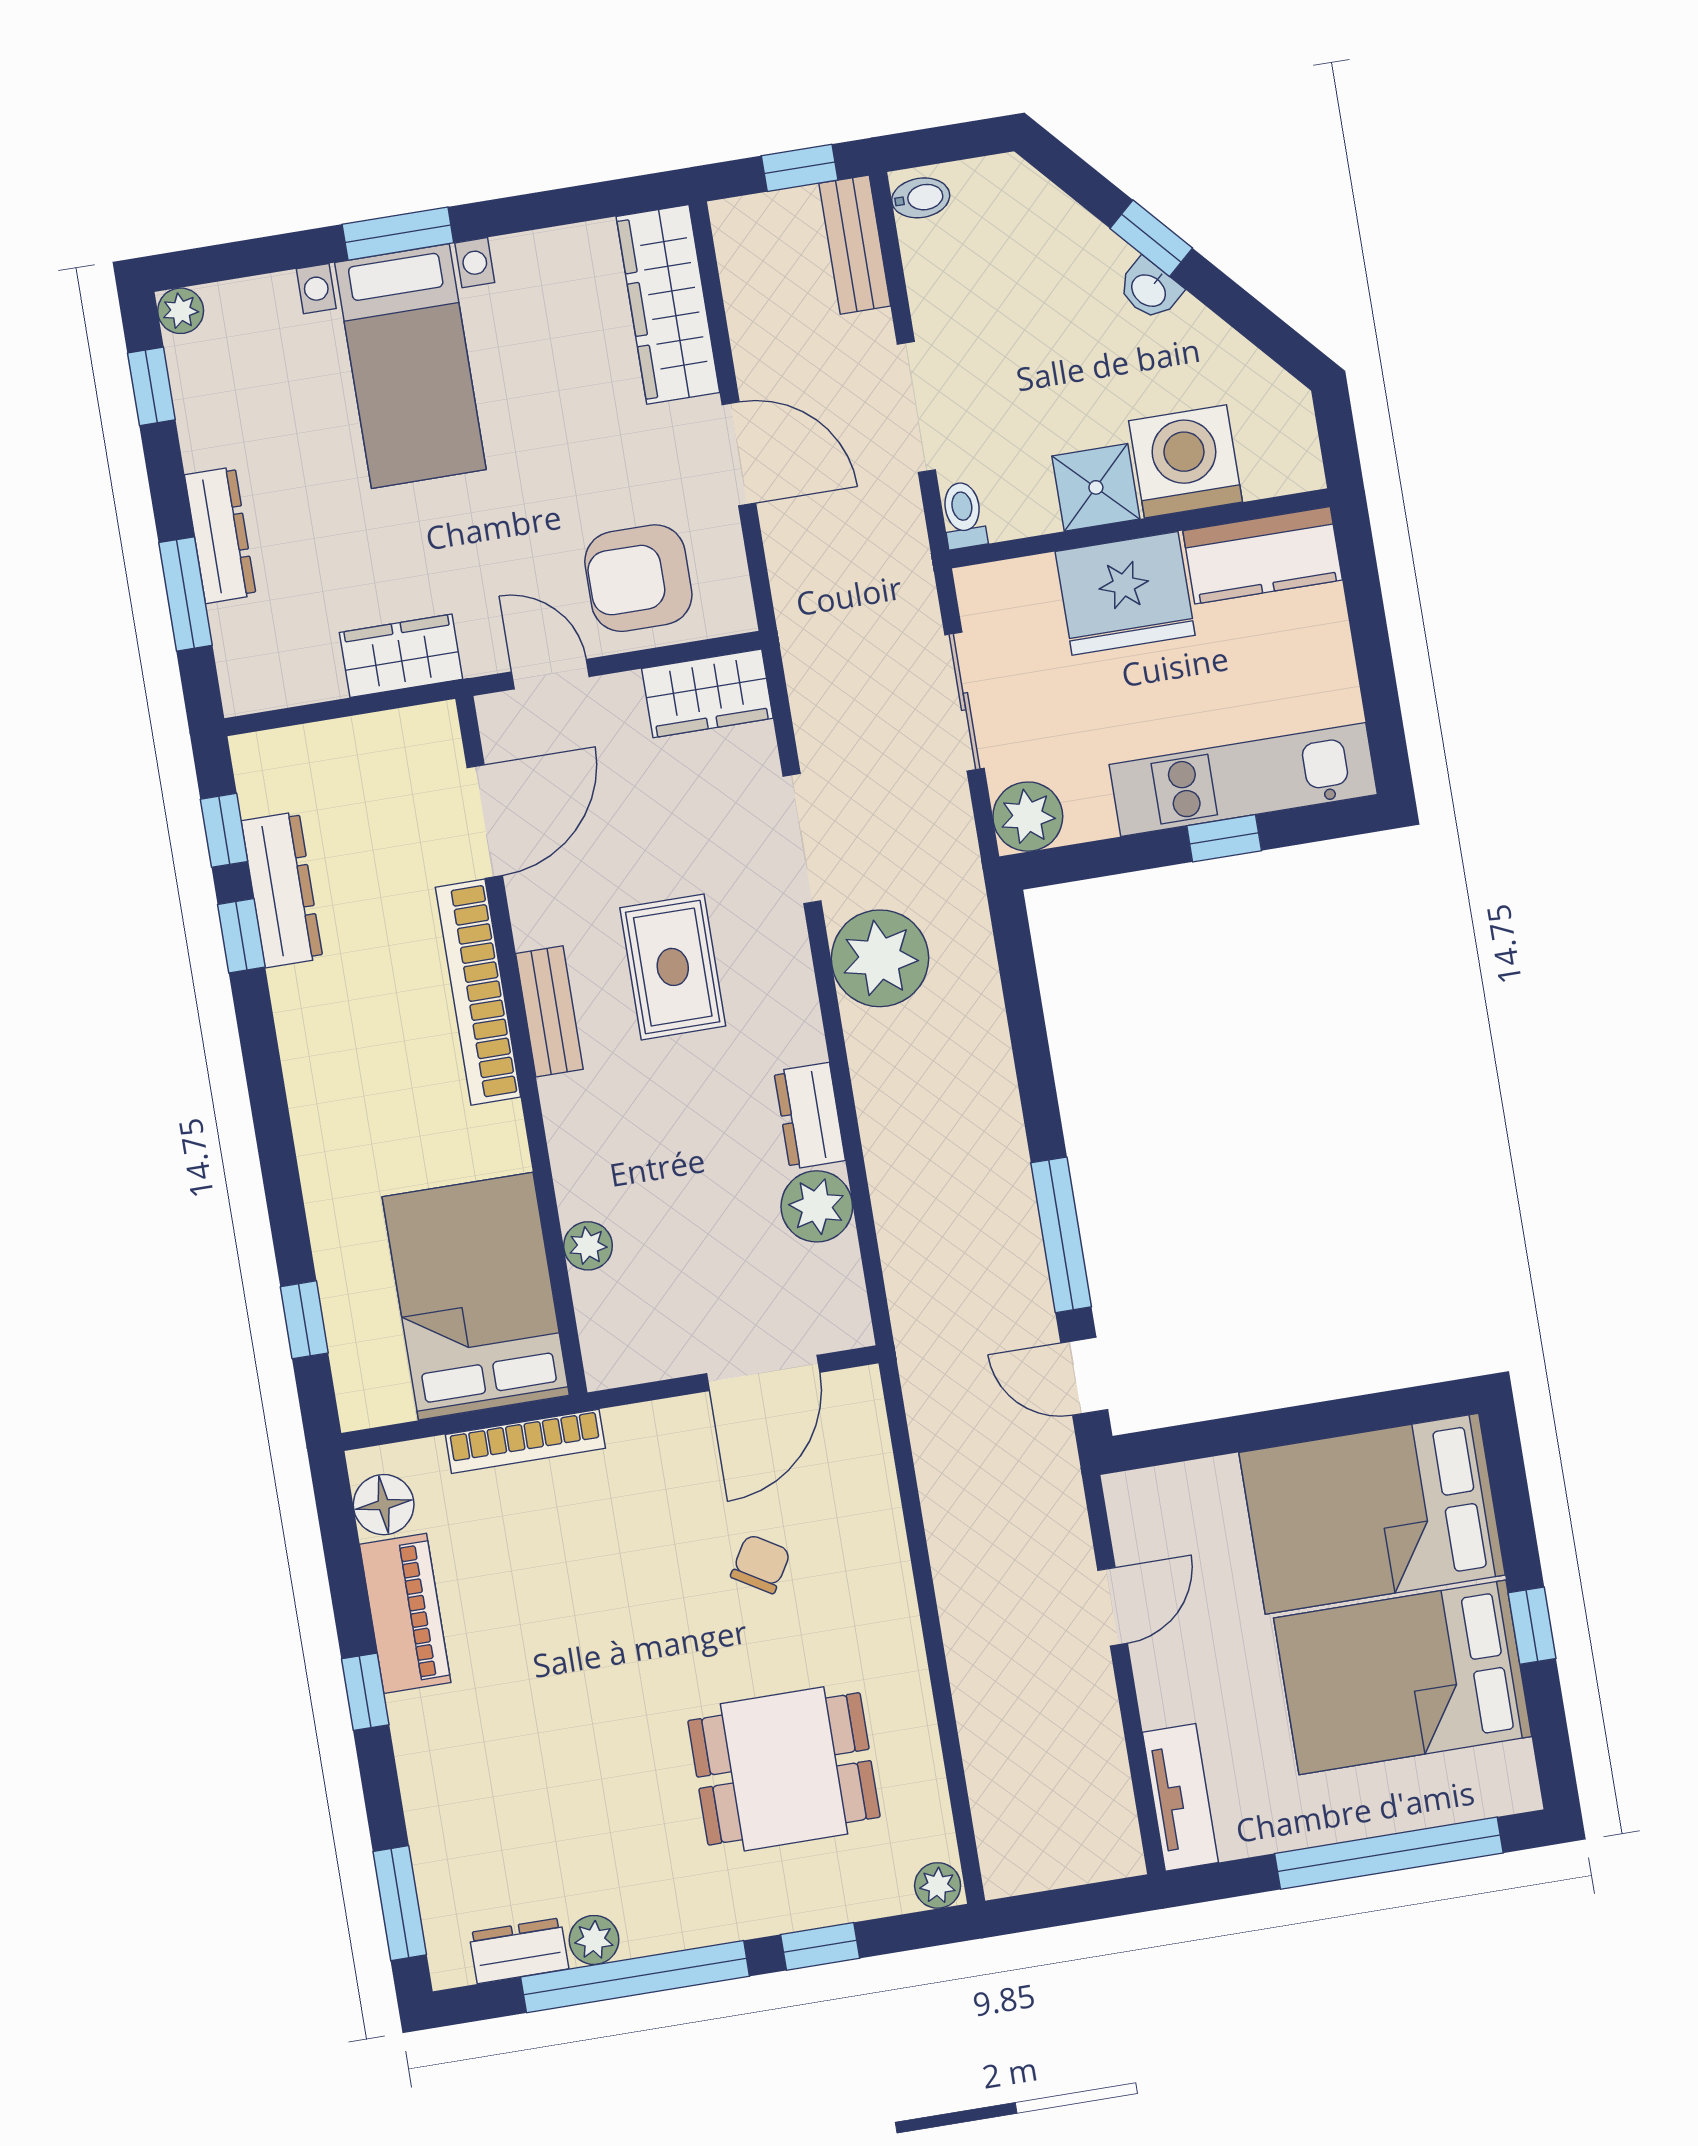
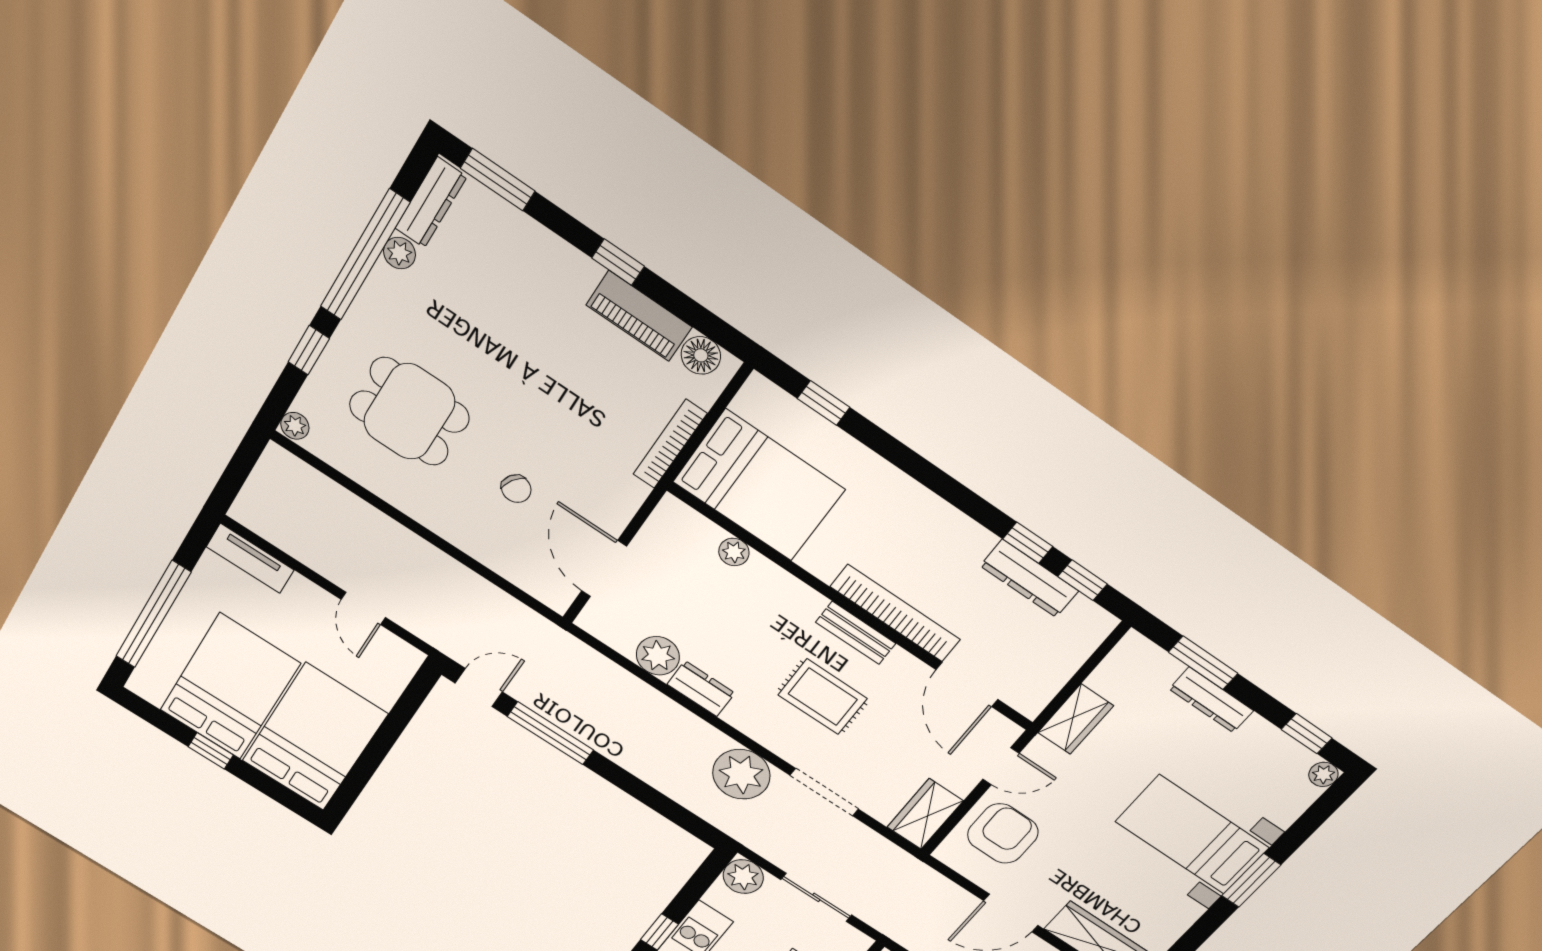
dining table: (784, 1769) -> (409, 412), turned 90
dresser: (519, 1951) -> (431, 203), width x1.44

